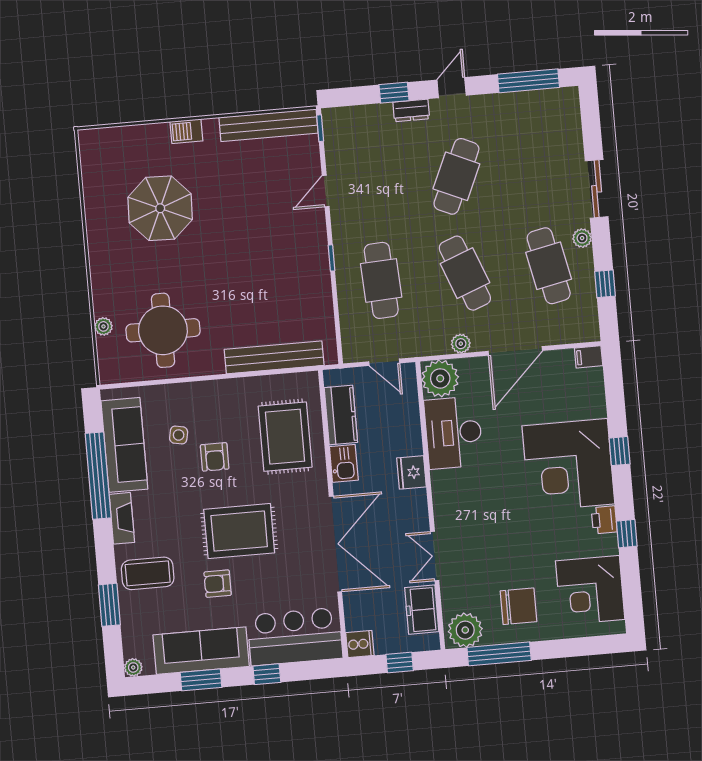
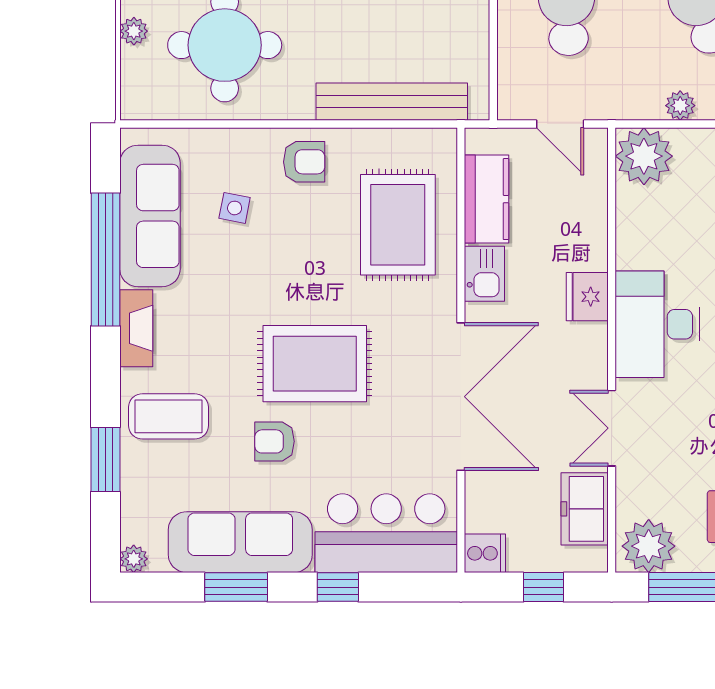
desk: (454, 433) -> (657, 324), moved
armchair: (215, 457) -> (304, 162), moved, turned -90

